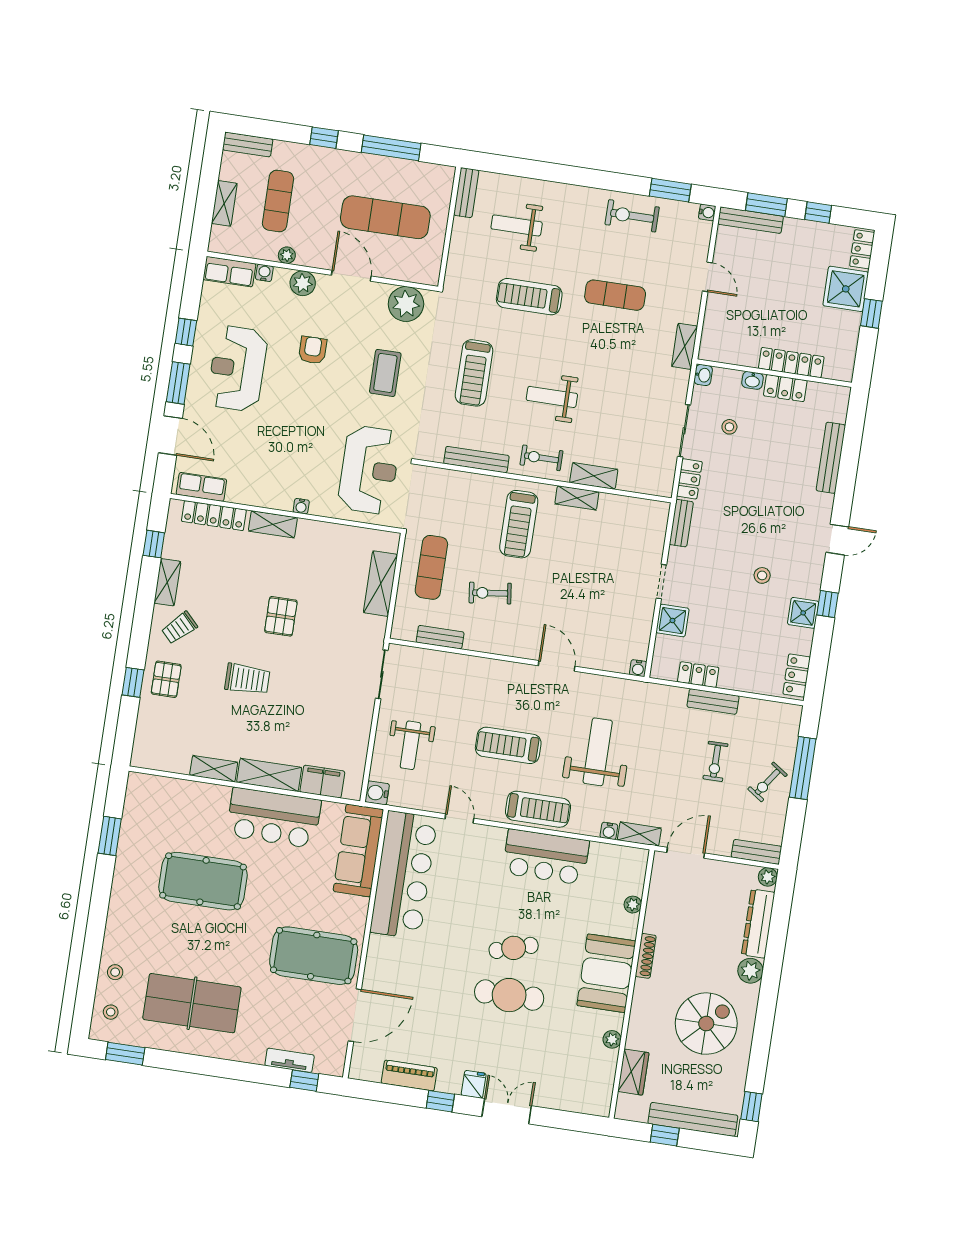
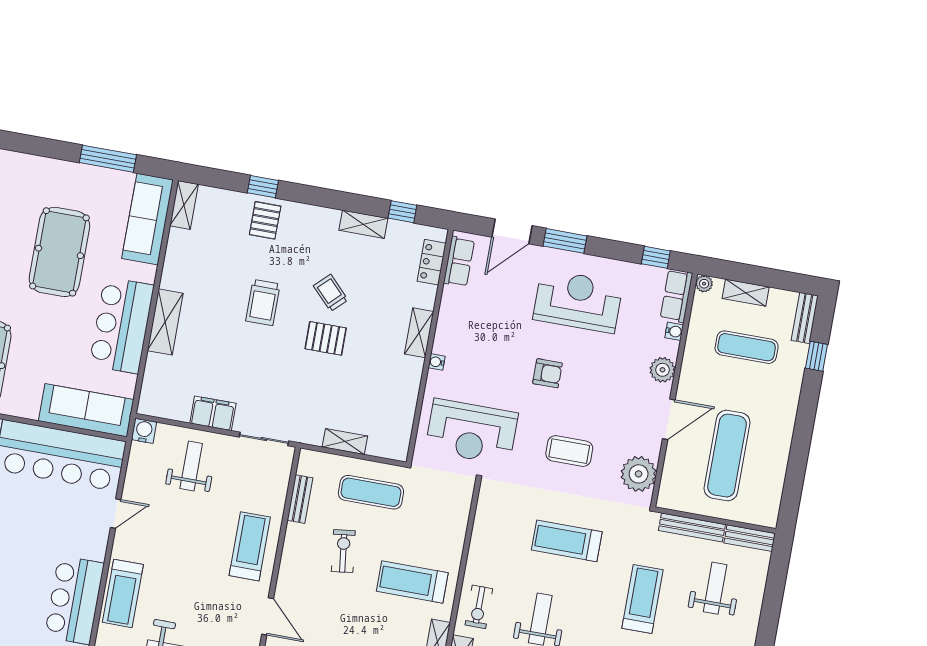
window: (324, 138) -> (816, 356), moved
window: (391, 148) -> (797, 463), removed
plant: (287, 255) -> (704, 284), moved
window: (186, 332) -> (656, 257), moved
armchair: (313, 350) -> (547, 373), moved
exercise bike: (541, 458) -> (479, 607), turned 180
bench: (476, 460) -> (692, 527), moved, turned 90
locker: (214, 516) -> (432, 262), width x0.66
shelving: (381, 584) -> (345, 442), width x0.67, depth x0.75
trolley: (179, 628) -> (331, 293), moved
door: (557, 666) -> (268, 616), hinge flipped
pallet: (166, 679) -> (265, 220), turned 90
weight bench: (410, 745) -> (191, 466), turned 90
treadmill: (508, 745) -> (250, 546), moved
shelving: (214, 769) -> (184, 205), moved
filing cabinet: (322, 782) -> (213, 413), moved, turned -90
sofa: (168, 795) -> (148, 219), added
window: (110, 836) -> (108, 159), width x1.44

